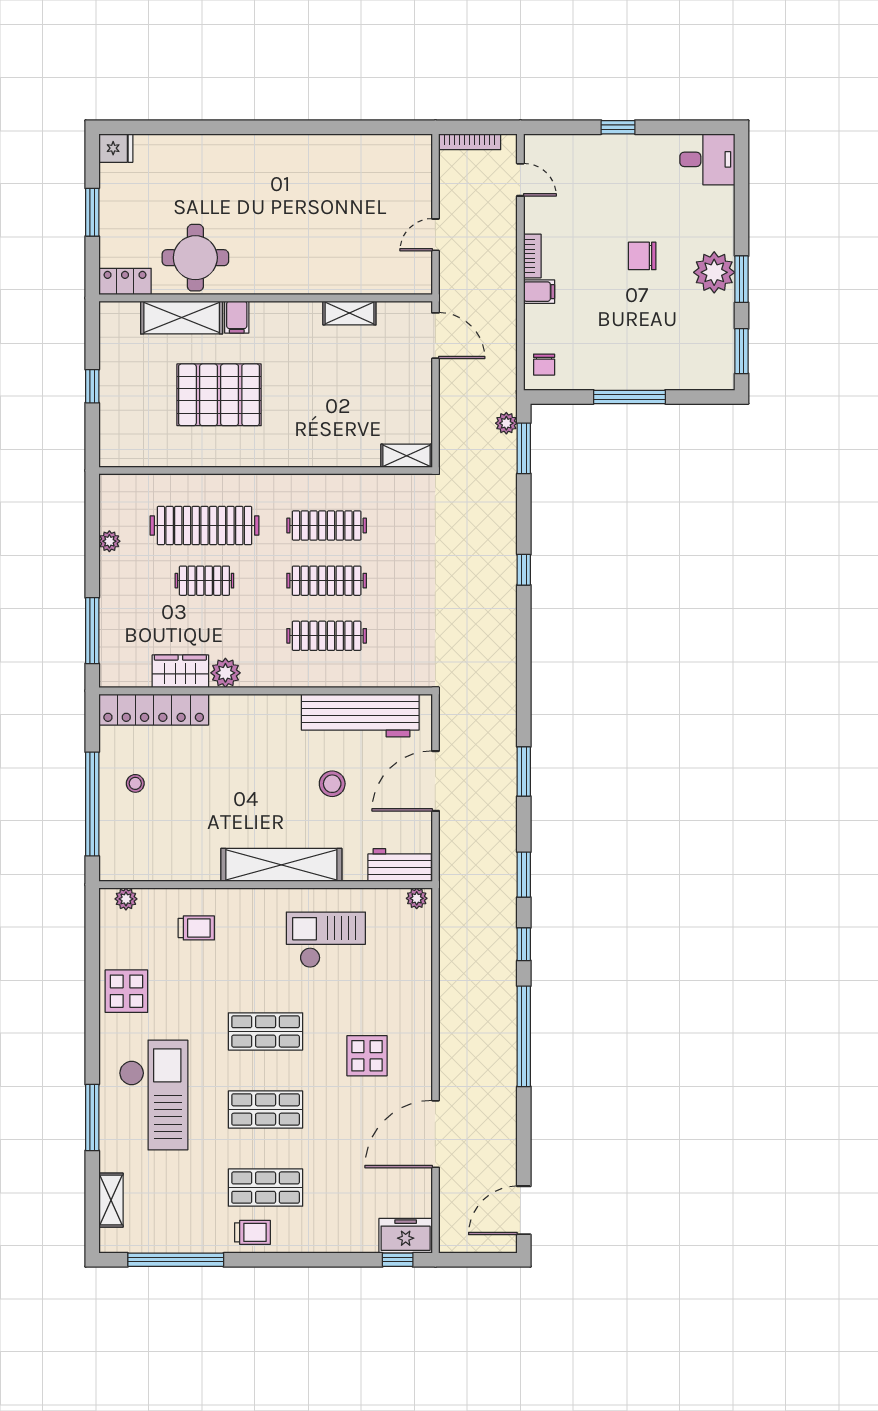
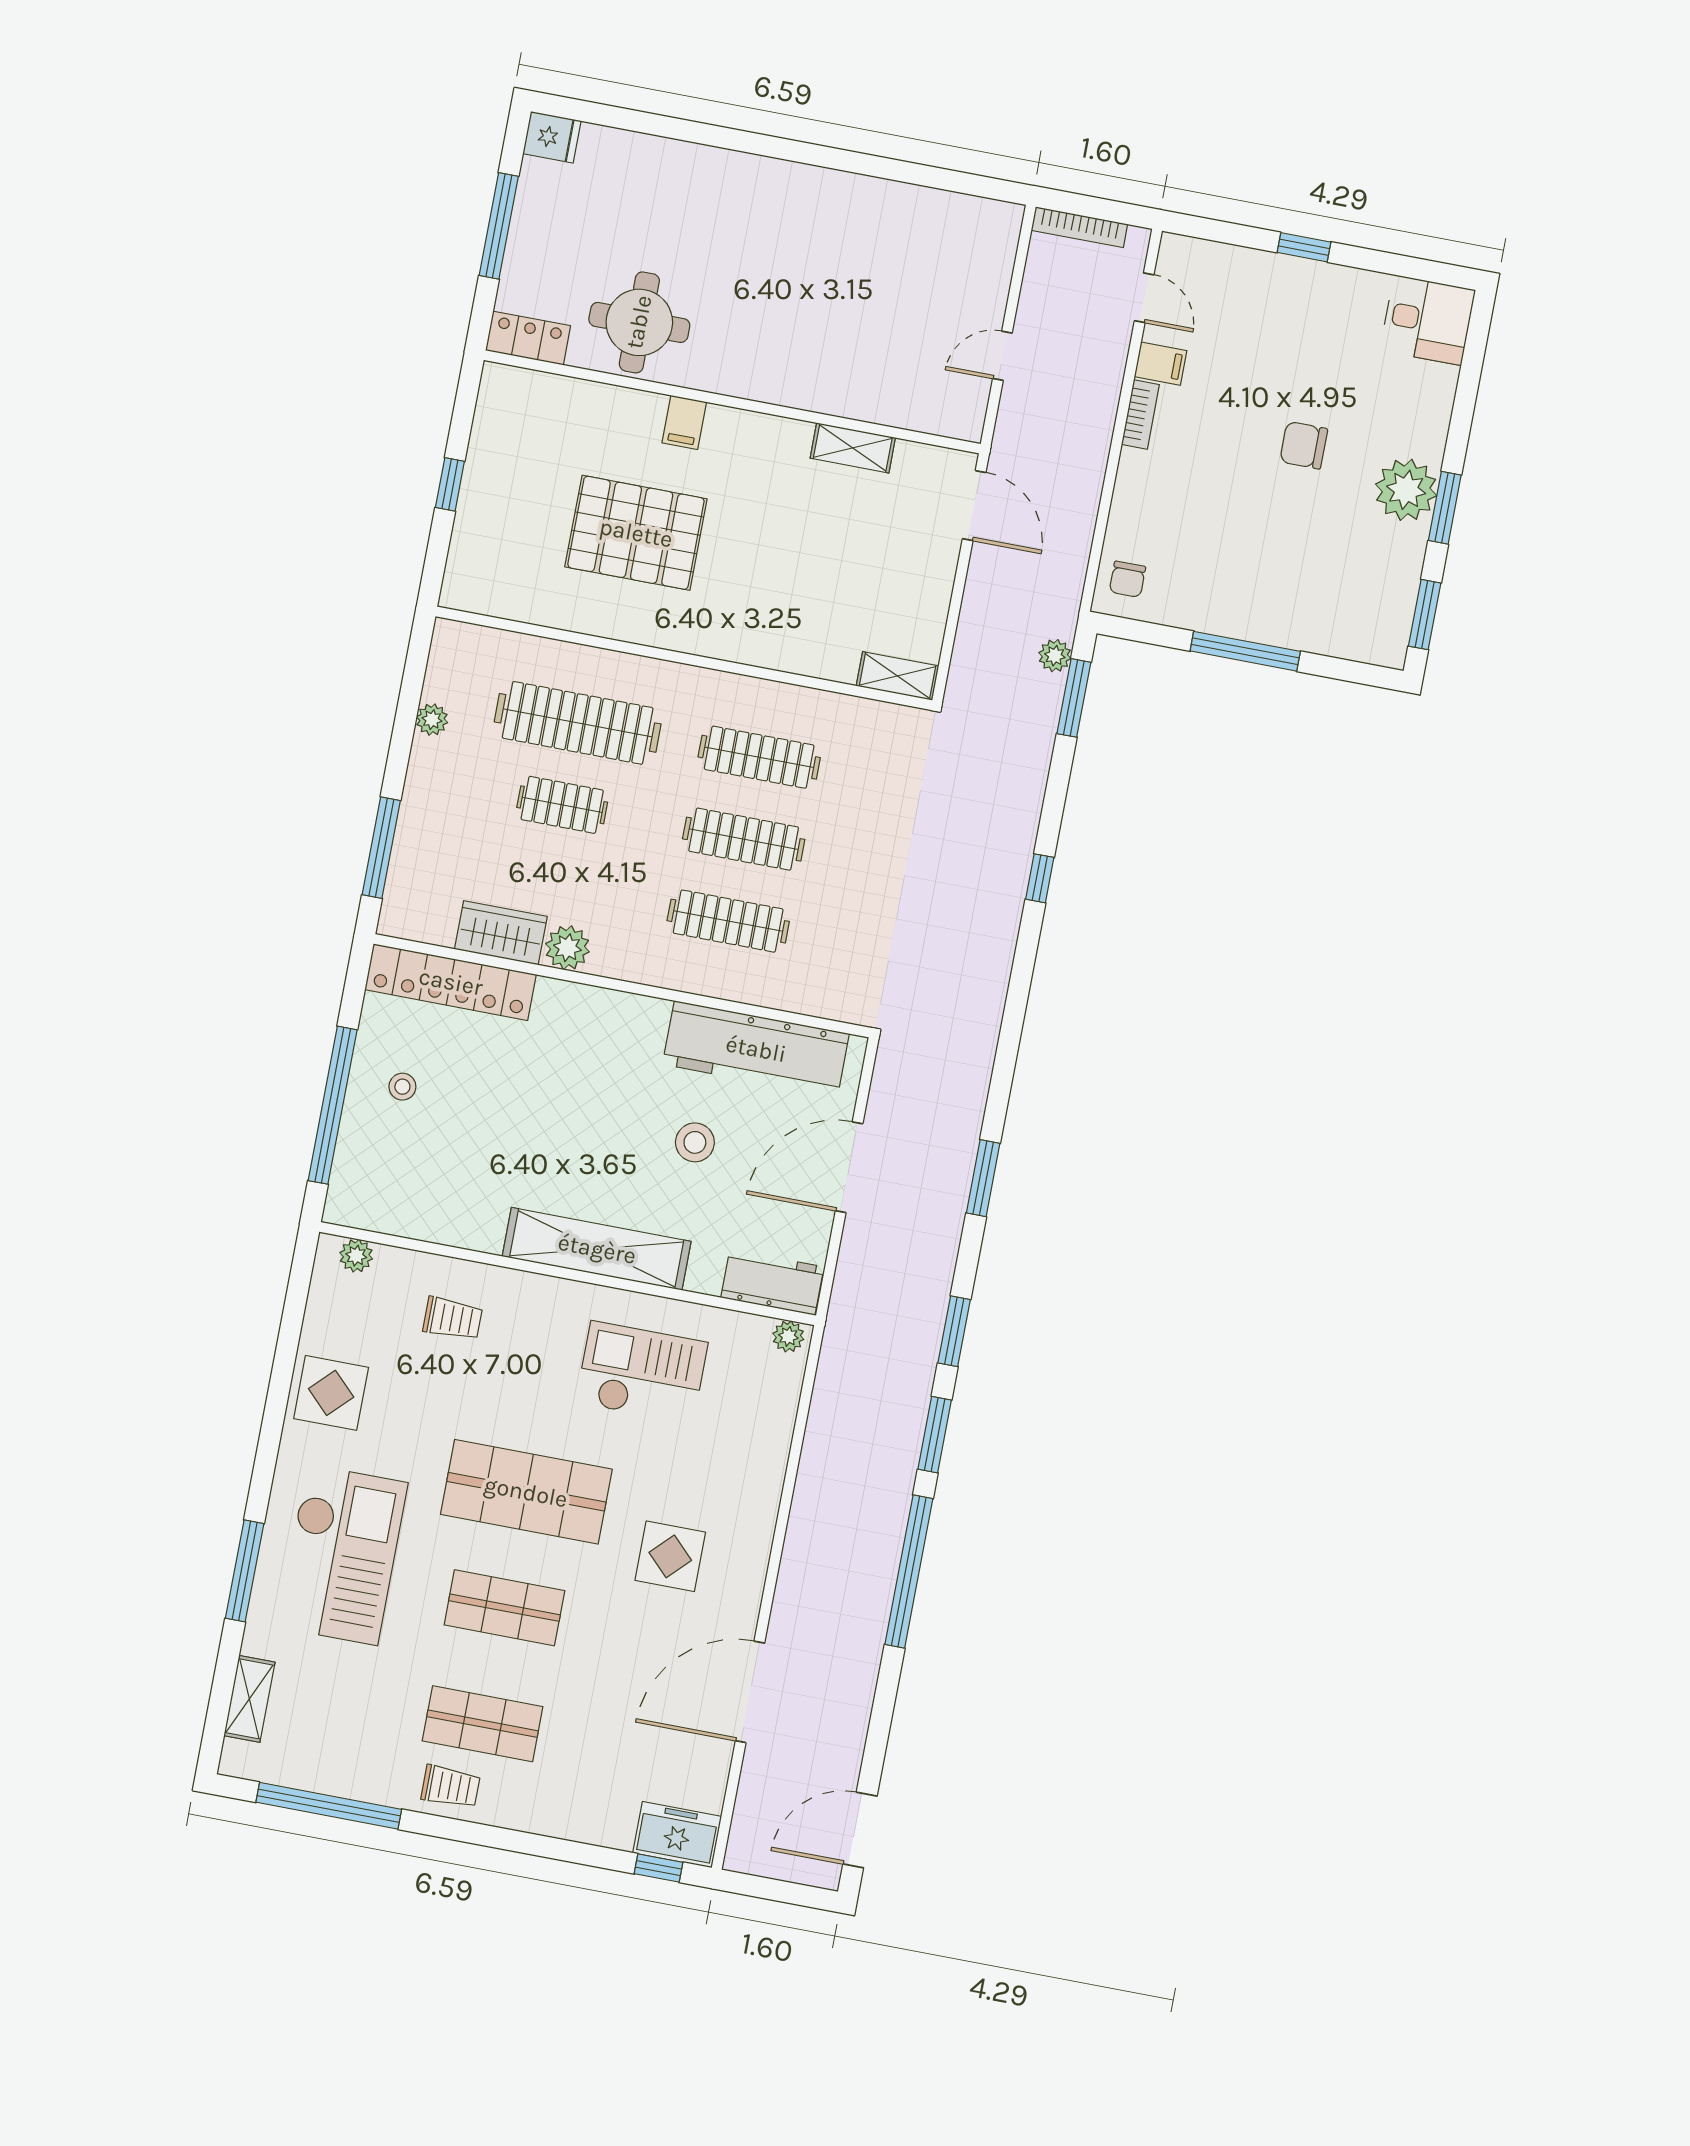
window: (92, 212) -> (499, 226), width x1.44
filing cabinet: (539, 292) -> (1161, 364), moved
shelving: (182, 318) -> (602, 407), removed
window: (524, 944) -> (935, 1435), width x1.50
shop shelf: (266, 1031) -> (526, 1492), width x1.43, depth x1.36

